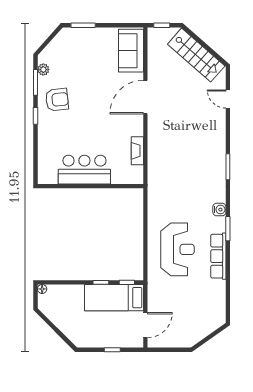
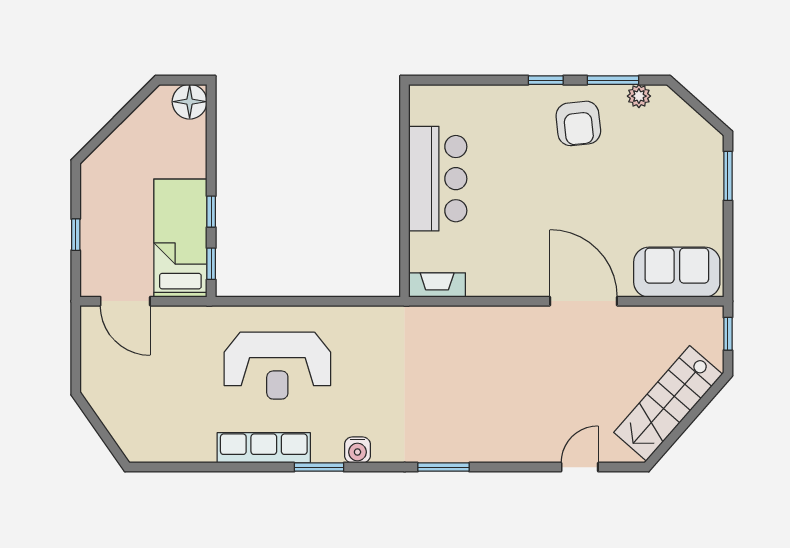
fireplace: (137, 151) -> (437, 285), moved
floor lamp: (42, 289) -> (190, 102), width x1.89, depth x1.89

